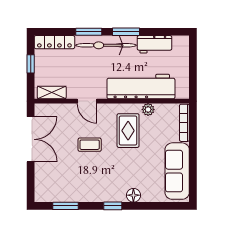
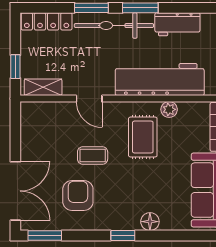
window: (31, 64) -> (15, 67), moved
double door: (31, 139) -> (15, 191), moved
armchair: (78, 175) -> (78, 195), added
window: (66, 206) -> (45, 236), moved

